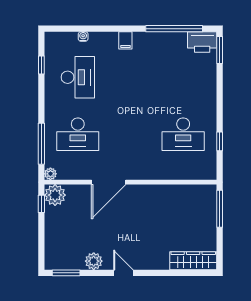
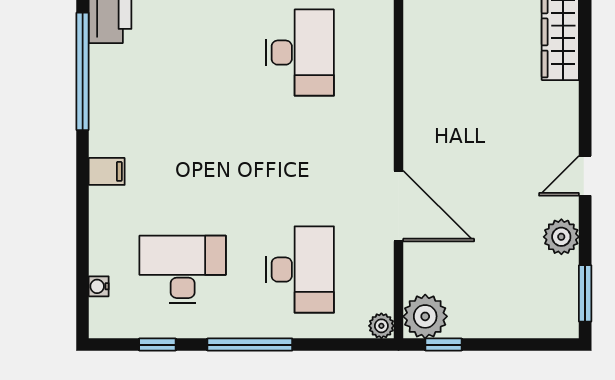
water cooler: (83, 36) -> (99, 286), moved
window: (41, 144) -> (250, 345), moved

